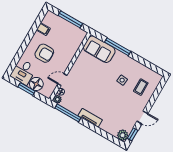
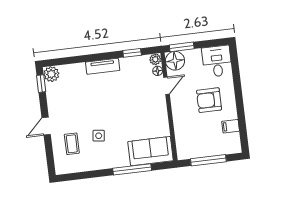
floor lamp: (36, 84) -> (175, 61), moved
window: (27, 89) -> (182, 47), moved
window: (68, 113) -> (132, 53), width x0.46
door: (142, 117) -> (46, 126), moved

